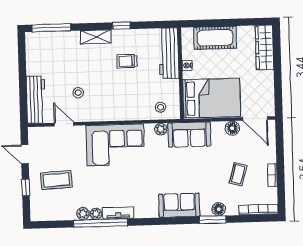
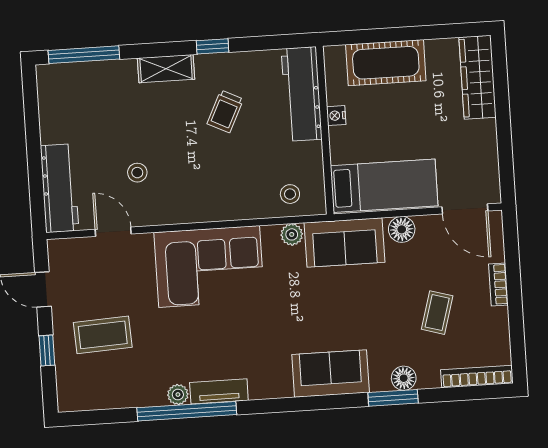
trolley: (127, 61) -> (225, 111), turned -64
bed: (212, 98) -> (384, 186), width x0.67
floor lamp: (232, 128) -> (402, 229), moved
bookcase: (272, 175) -> (498, 284), moved
plant: (83, 214) -> (154, 395), removed

